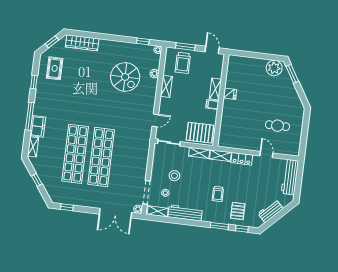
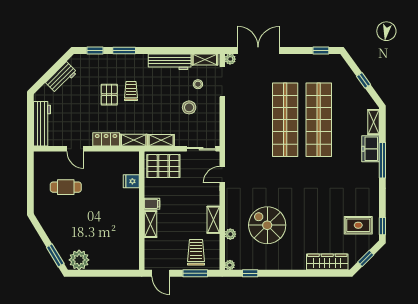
rug: (55, 68) -> (358, 225), turned 90
window: (34, 82) -> (382, 226), moved
fridge: (230, 94) -> (131, 181), moved
pallet: (238, 211) -> (109, 95), moved

